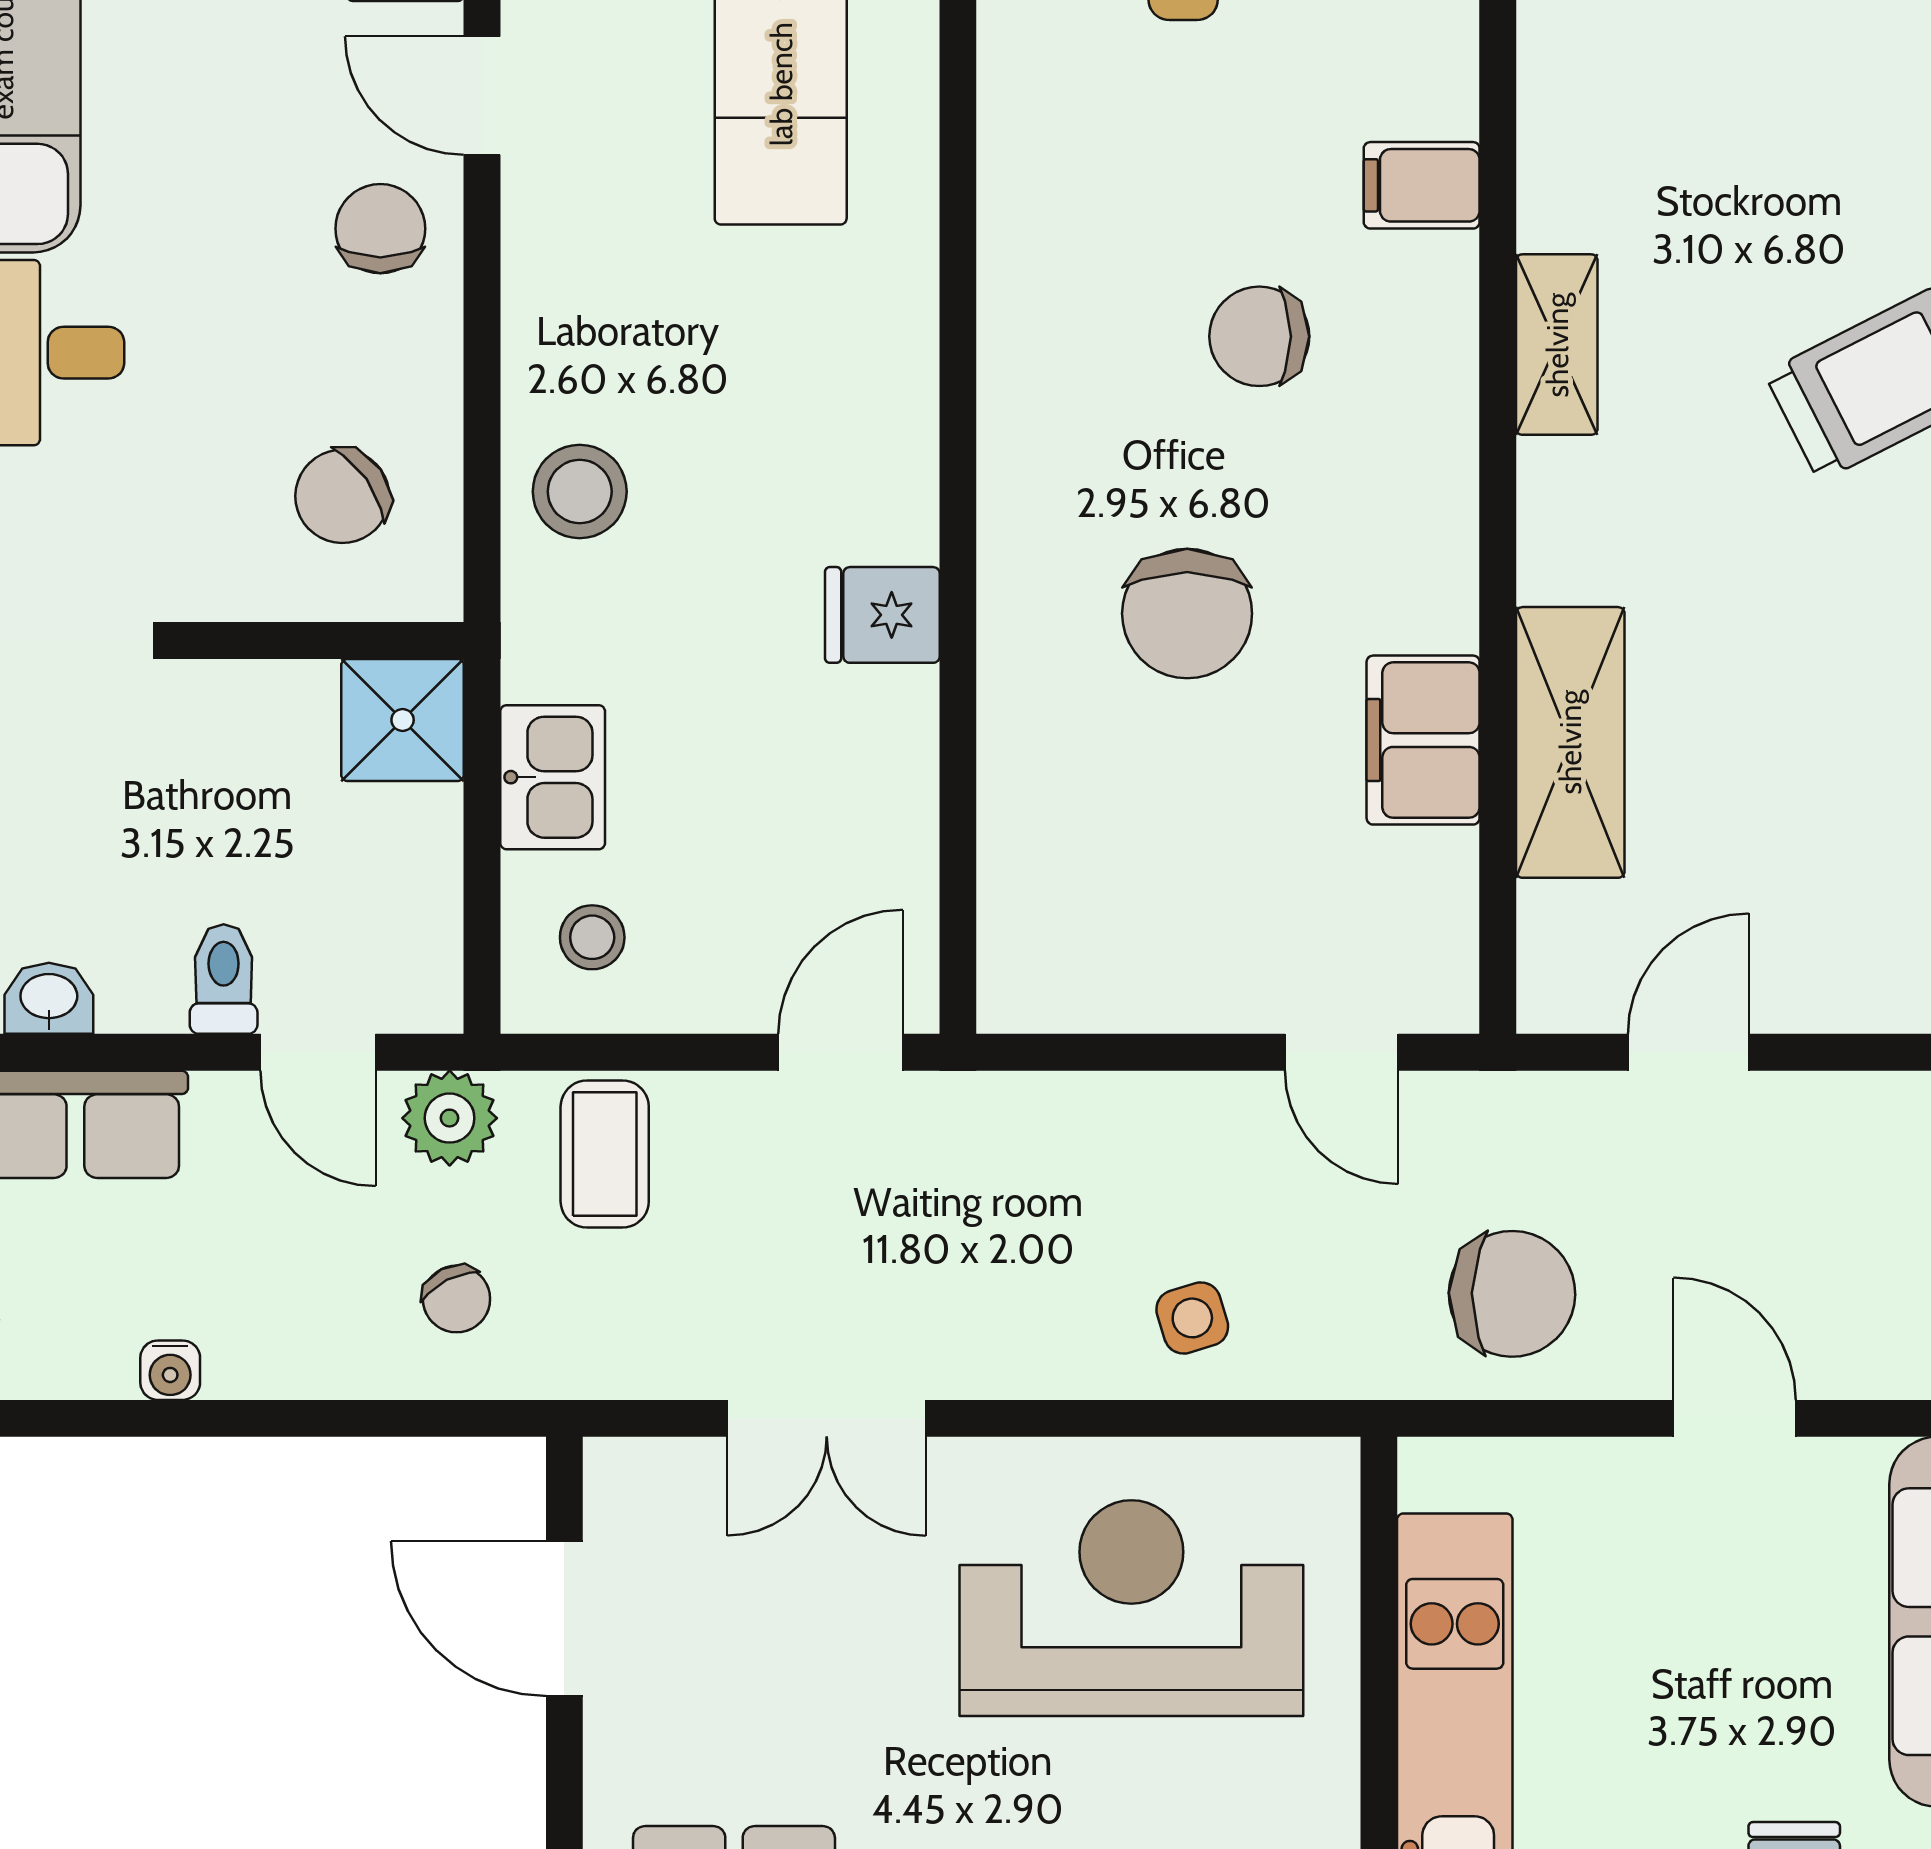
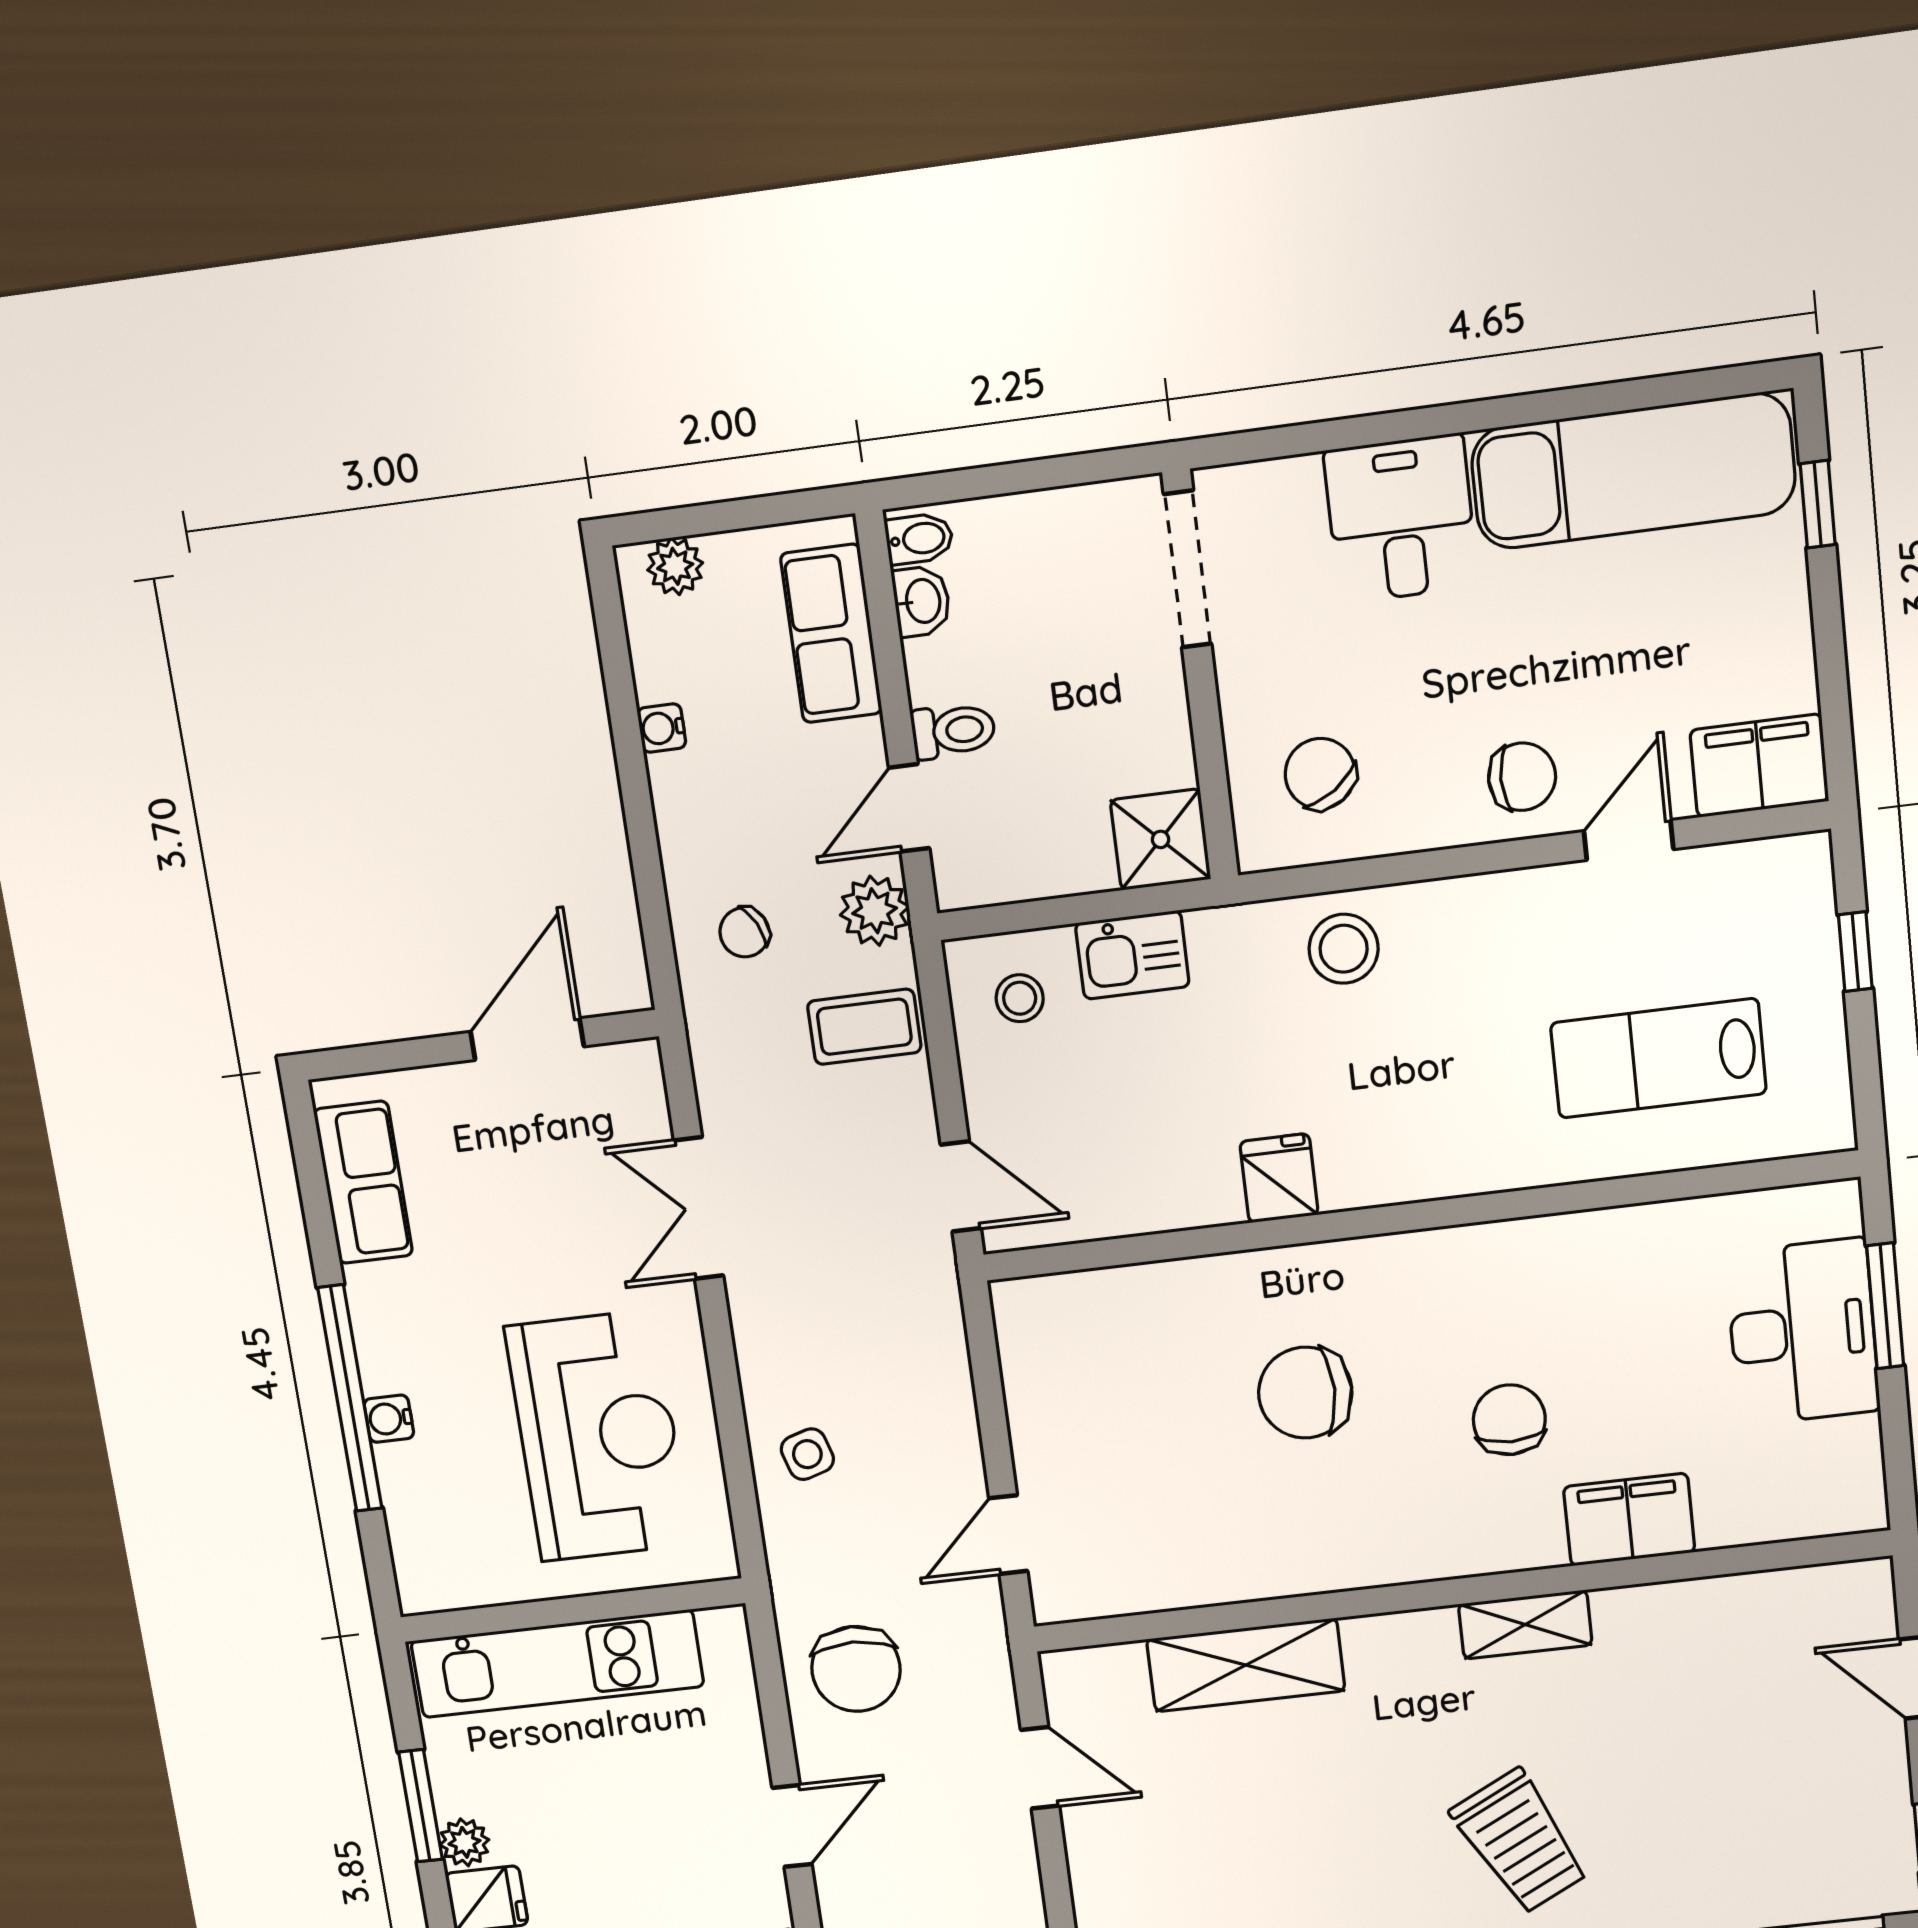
filing cabinet: (1422, 185) -> (1629, 1520), width x2.00
filing cabinet: (1423, 740) -> (1235, 1565), removed

